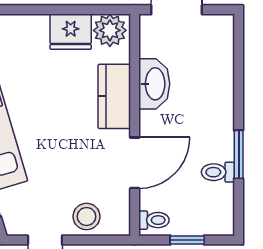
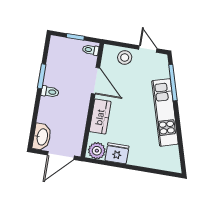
washbasin: (154, 84) -> (42, 137), moved, turned 180
door: (135, 163) -> (96, 81), swing flipped
toilet: (218, 172) -> (50, 92), moved

